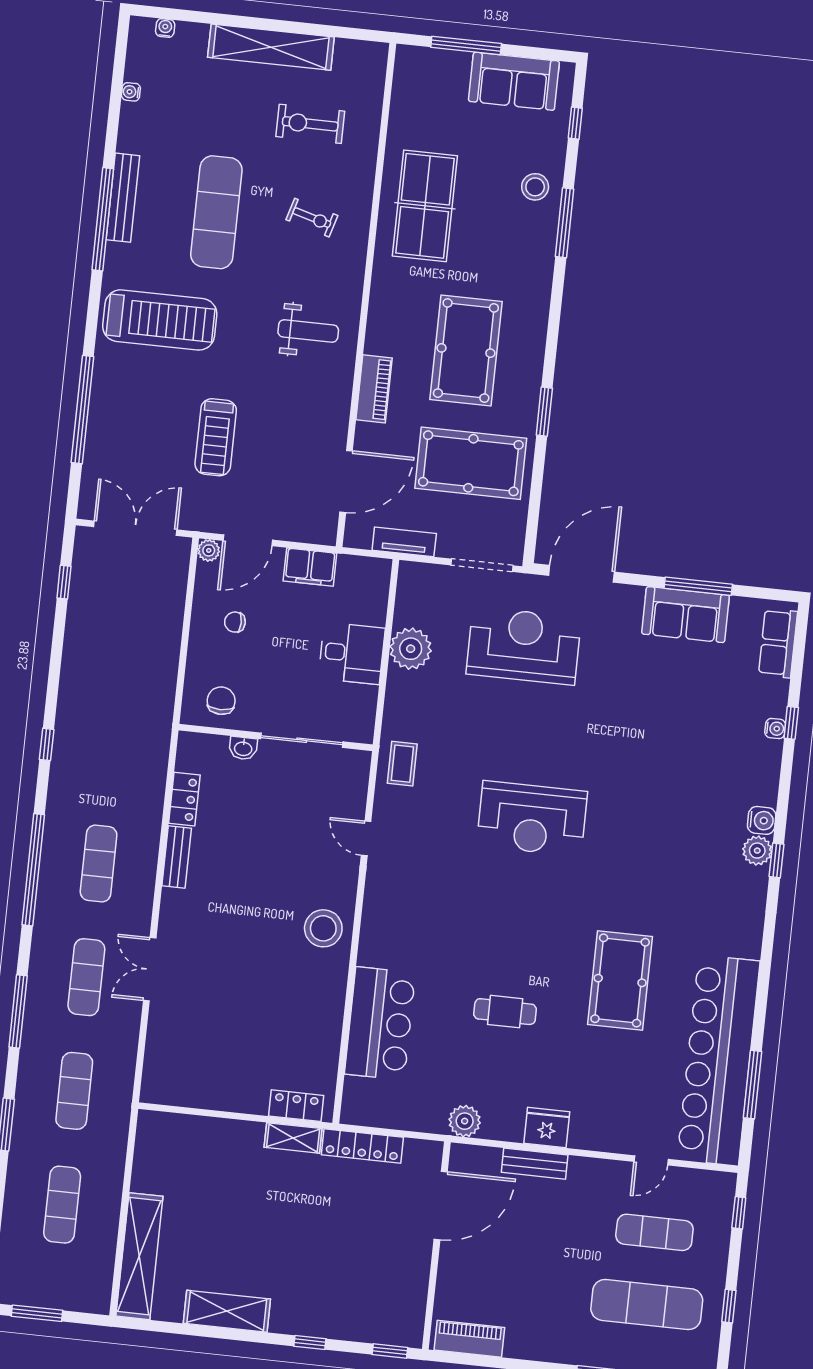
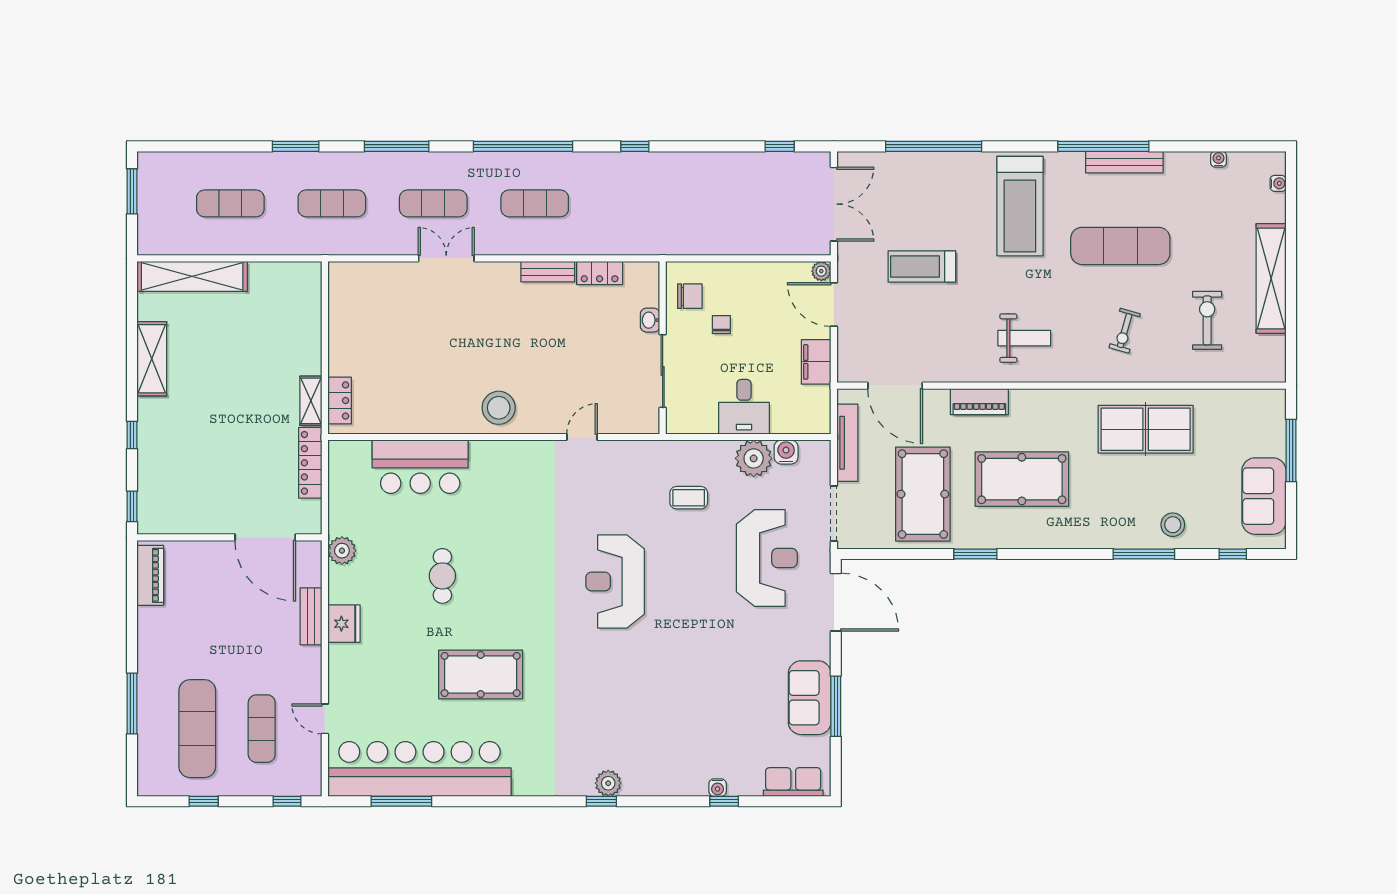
weight bench: (308, 331) -> (1024, 338), turned -90
tv unit: (404, 542) -> (847, 443), width x1.41
chair: (235, 622) -> (721, 325), moved
coffee table: (402, 764) -> (689, 498), moved
water cooler: (762, 820) -> (786, 452), moved, turned 180

